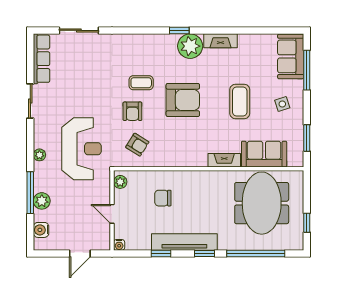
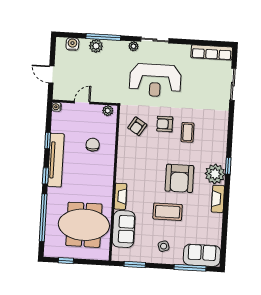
armchair: (183, 100) -> (179, 178), moved
sliding door: (30, 101) -> (155, 40), moved
reception desk: (82, 149) -> (155, 80), moved

